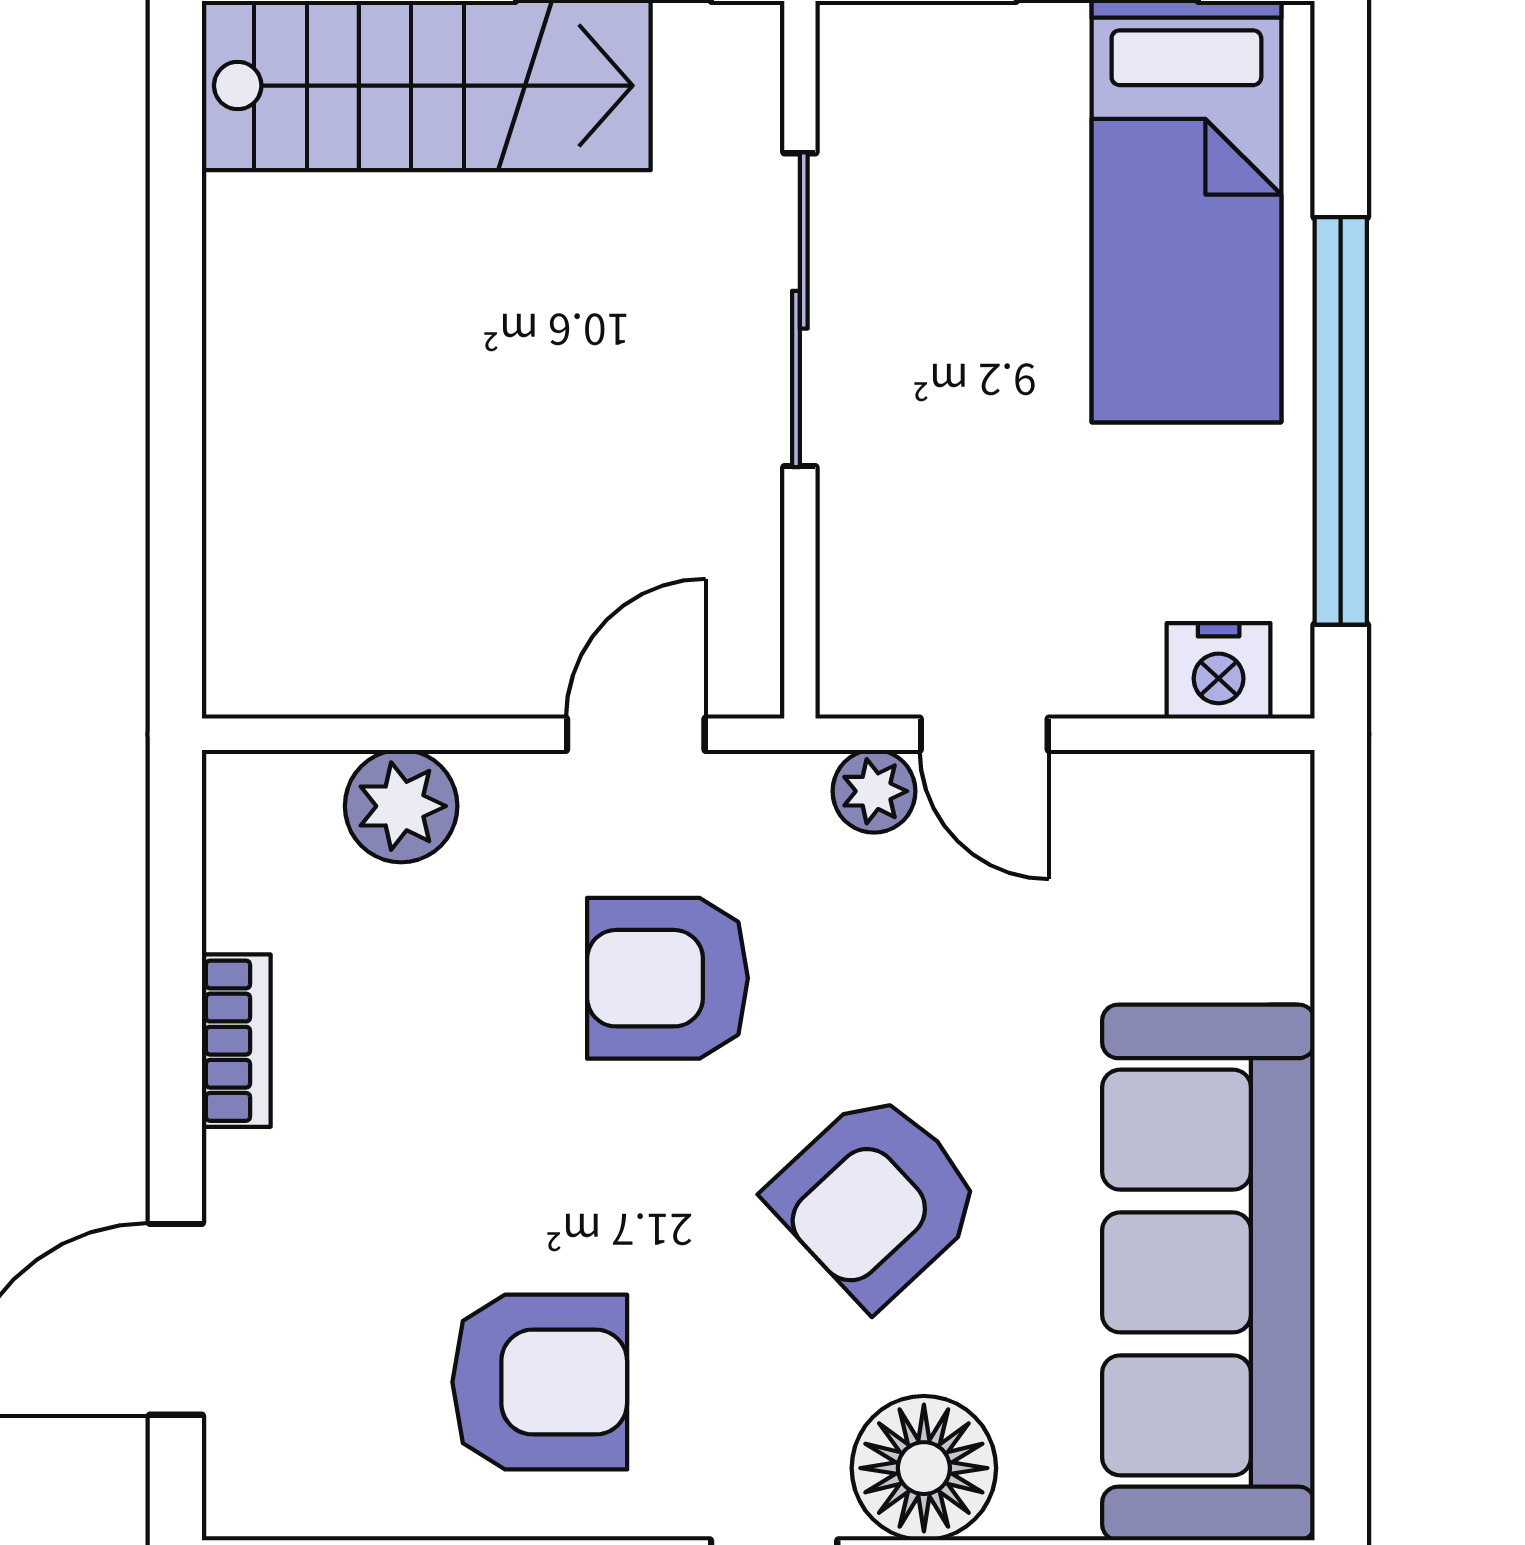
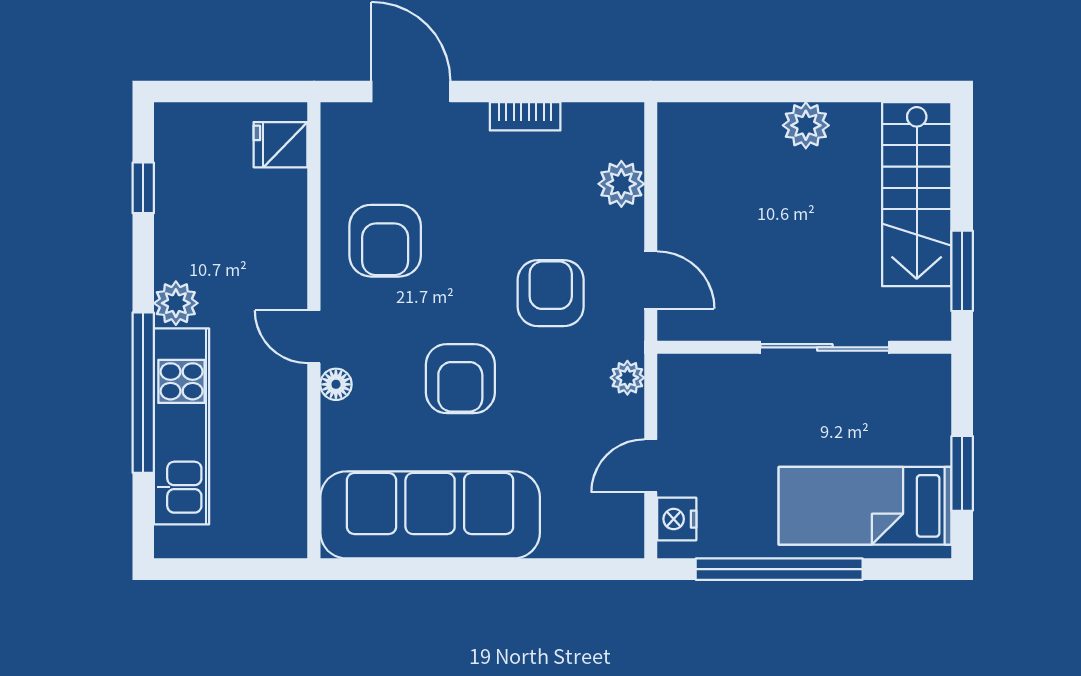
plant: (258, 356) -> (806, 125), added
door: (984, 734) -> (651, 466), moved
armchair: (876, 1199) -> (460, 379), turned -137
floor lamp: (924, 1468) -> (336, 384), width x0.53, depth x0.53

